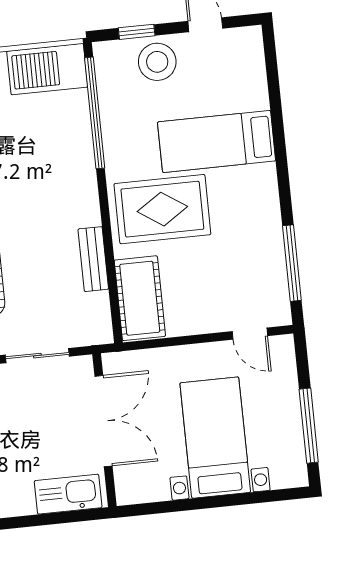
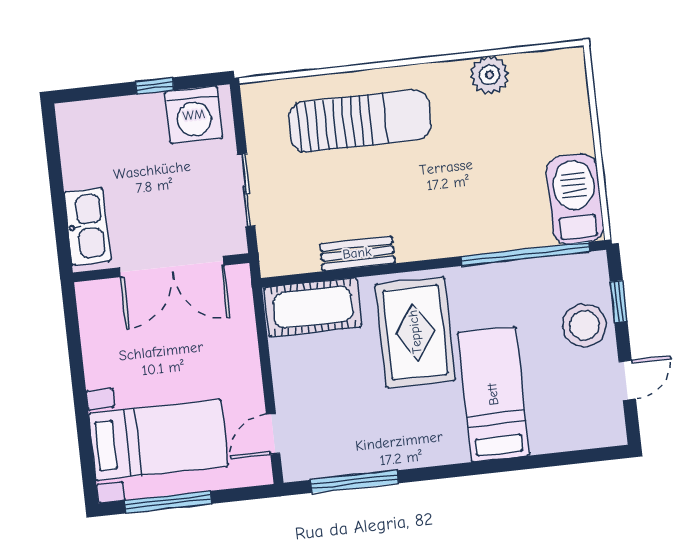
bed with nightstands: (215, 438) -> (158, 440), moved

